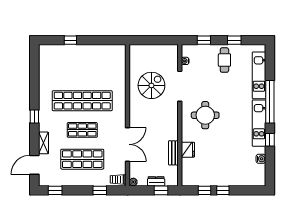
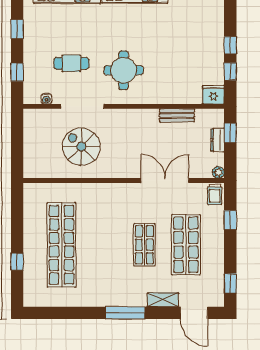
cafe table: (224, 60) -> (71, 63), moved
shop shelf: (82, 101) -> (61, 245), moved
window: (34, 116) -> (125, 313), width x2.17
fridge: (188, 150) -> (213, 95), moved

